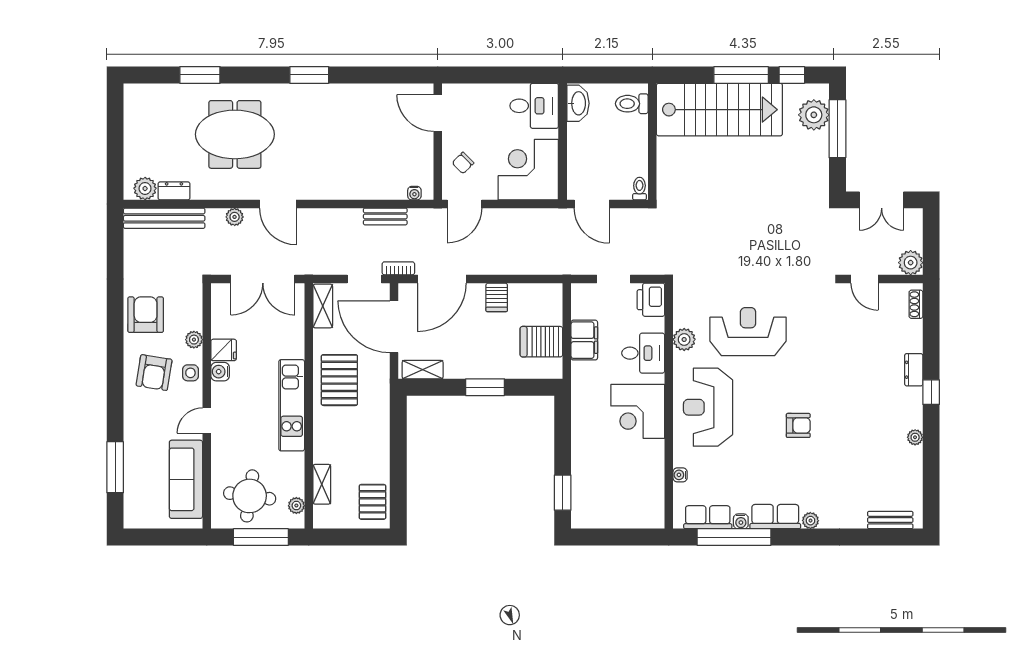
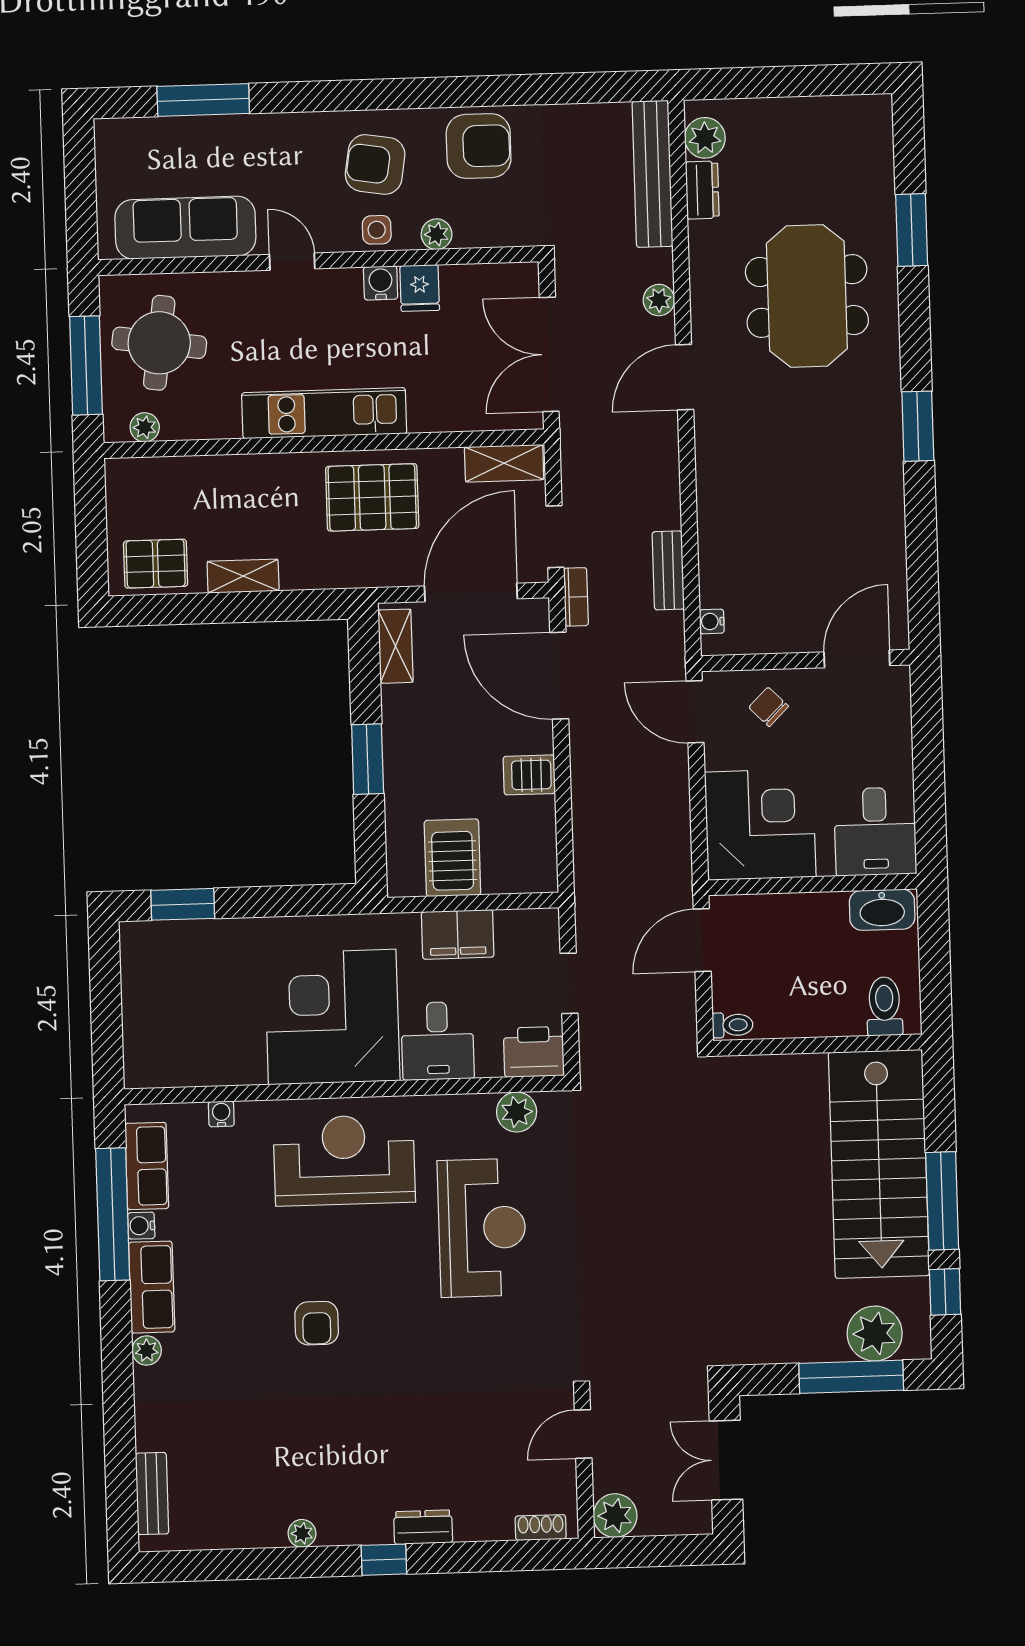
plant: (684, 339) -> (517, 1112), moved
corner desk: (638, 411) -> (332, 1017), width x1.36, depth x1.36
shelving: (322, 484) -> (243, 576), moved

